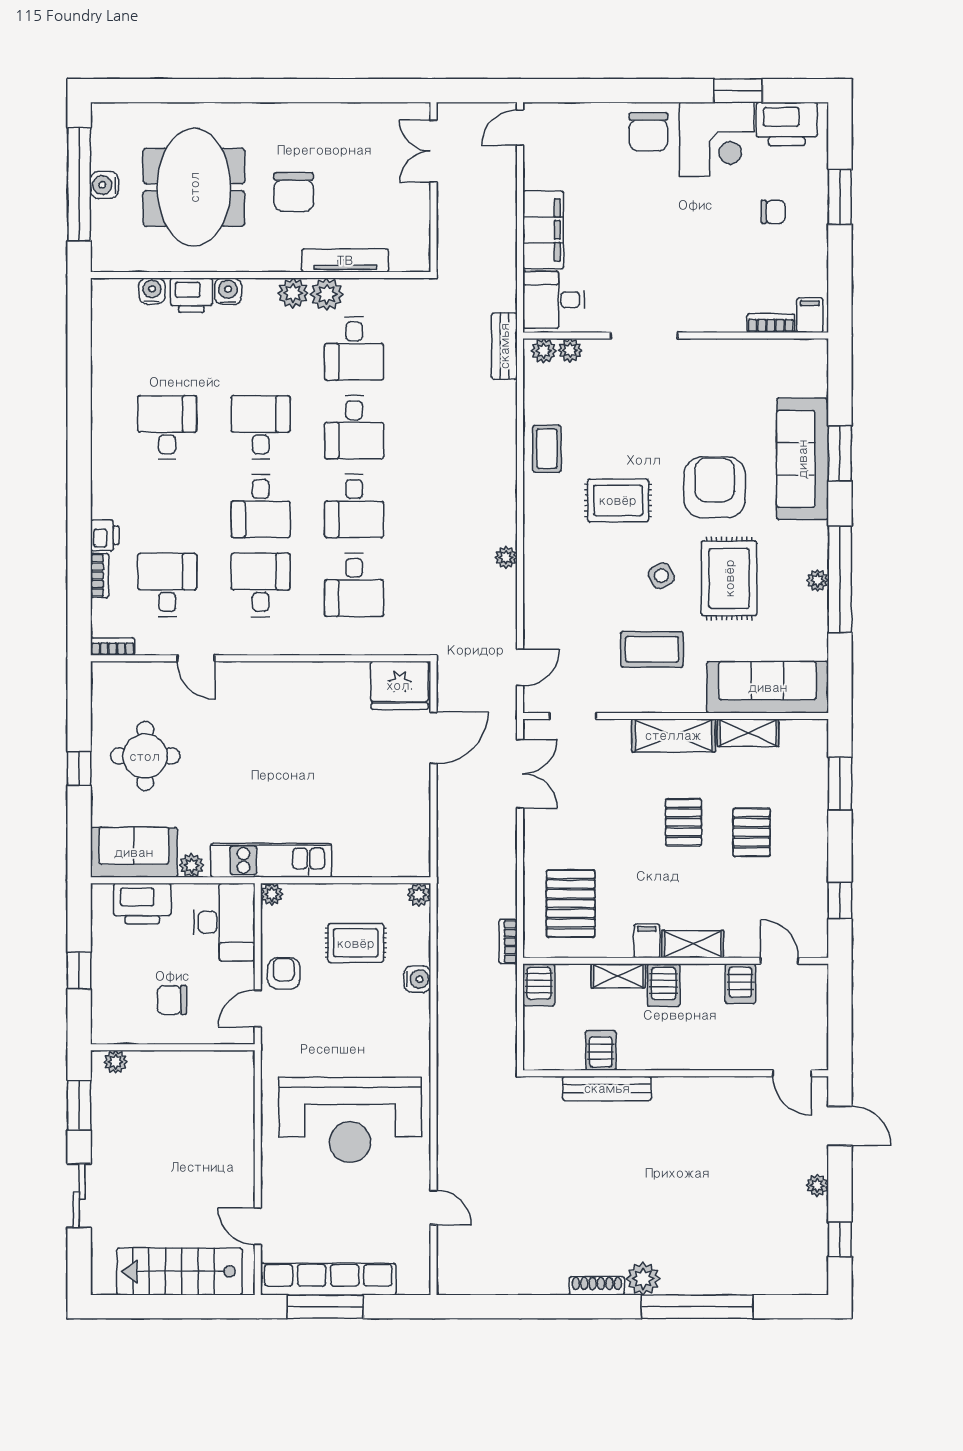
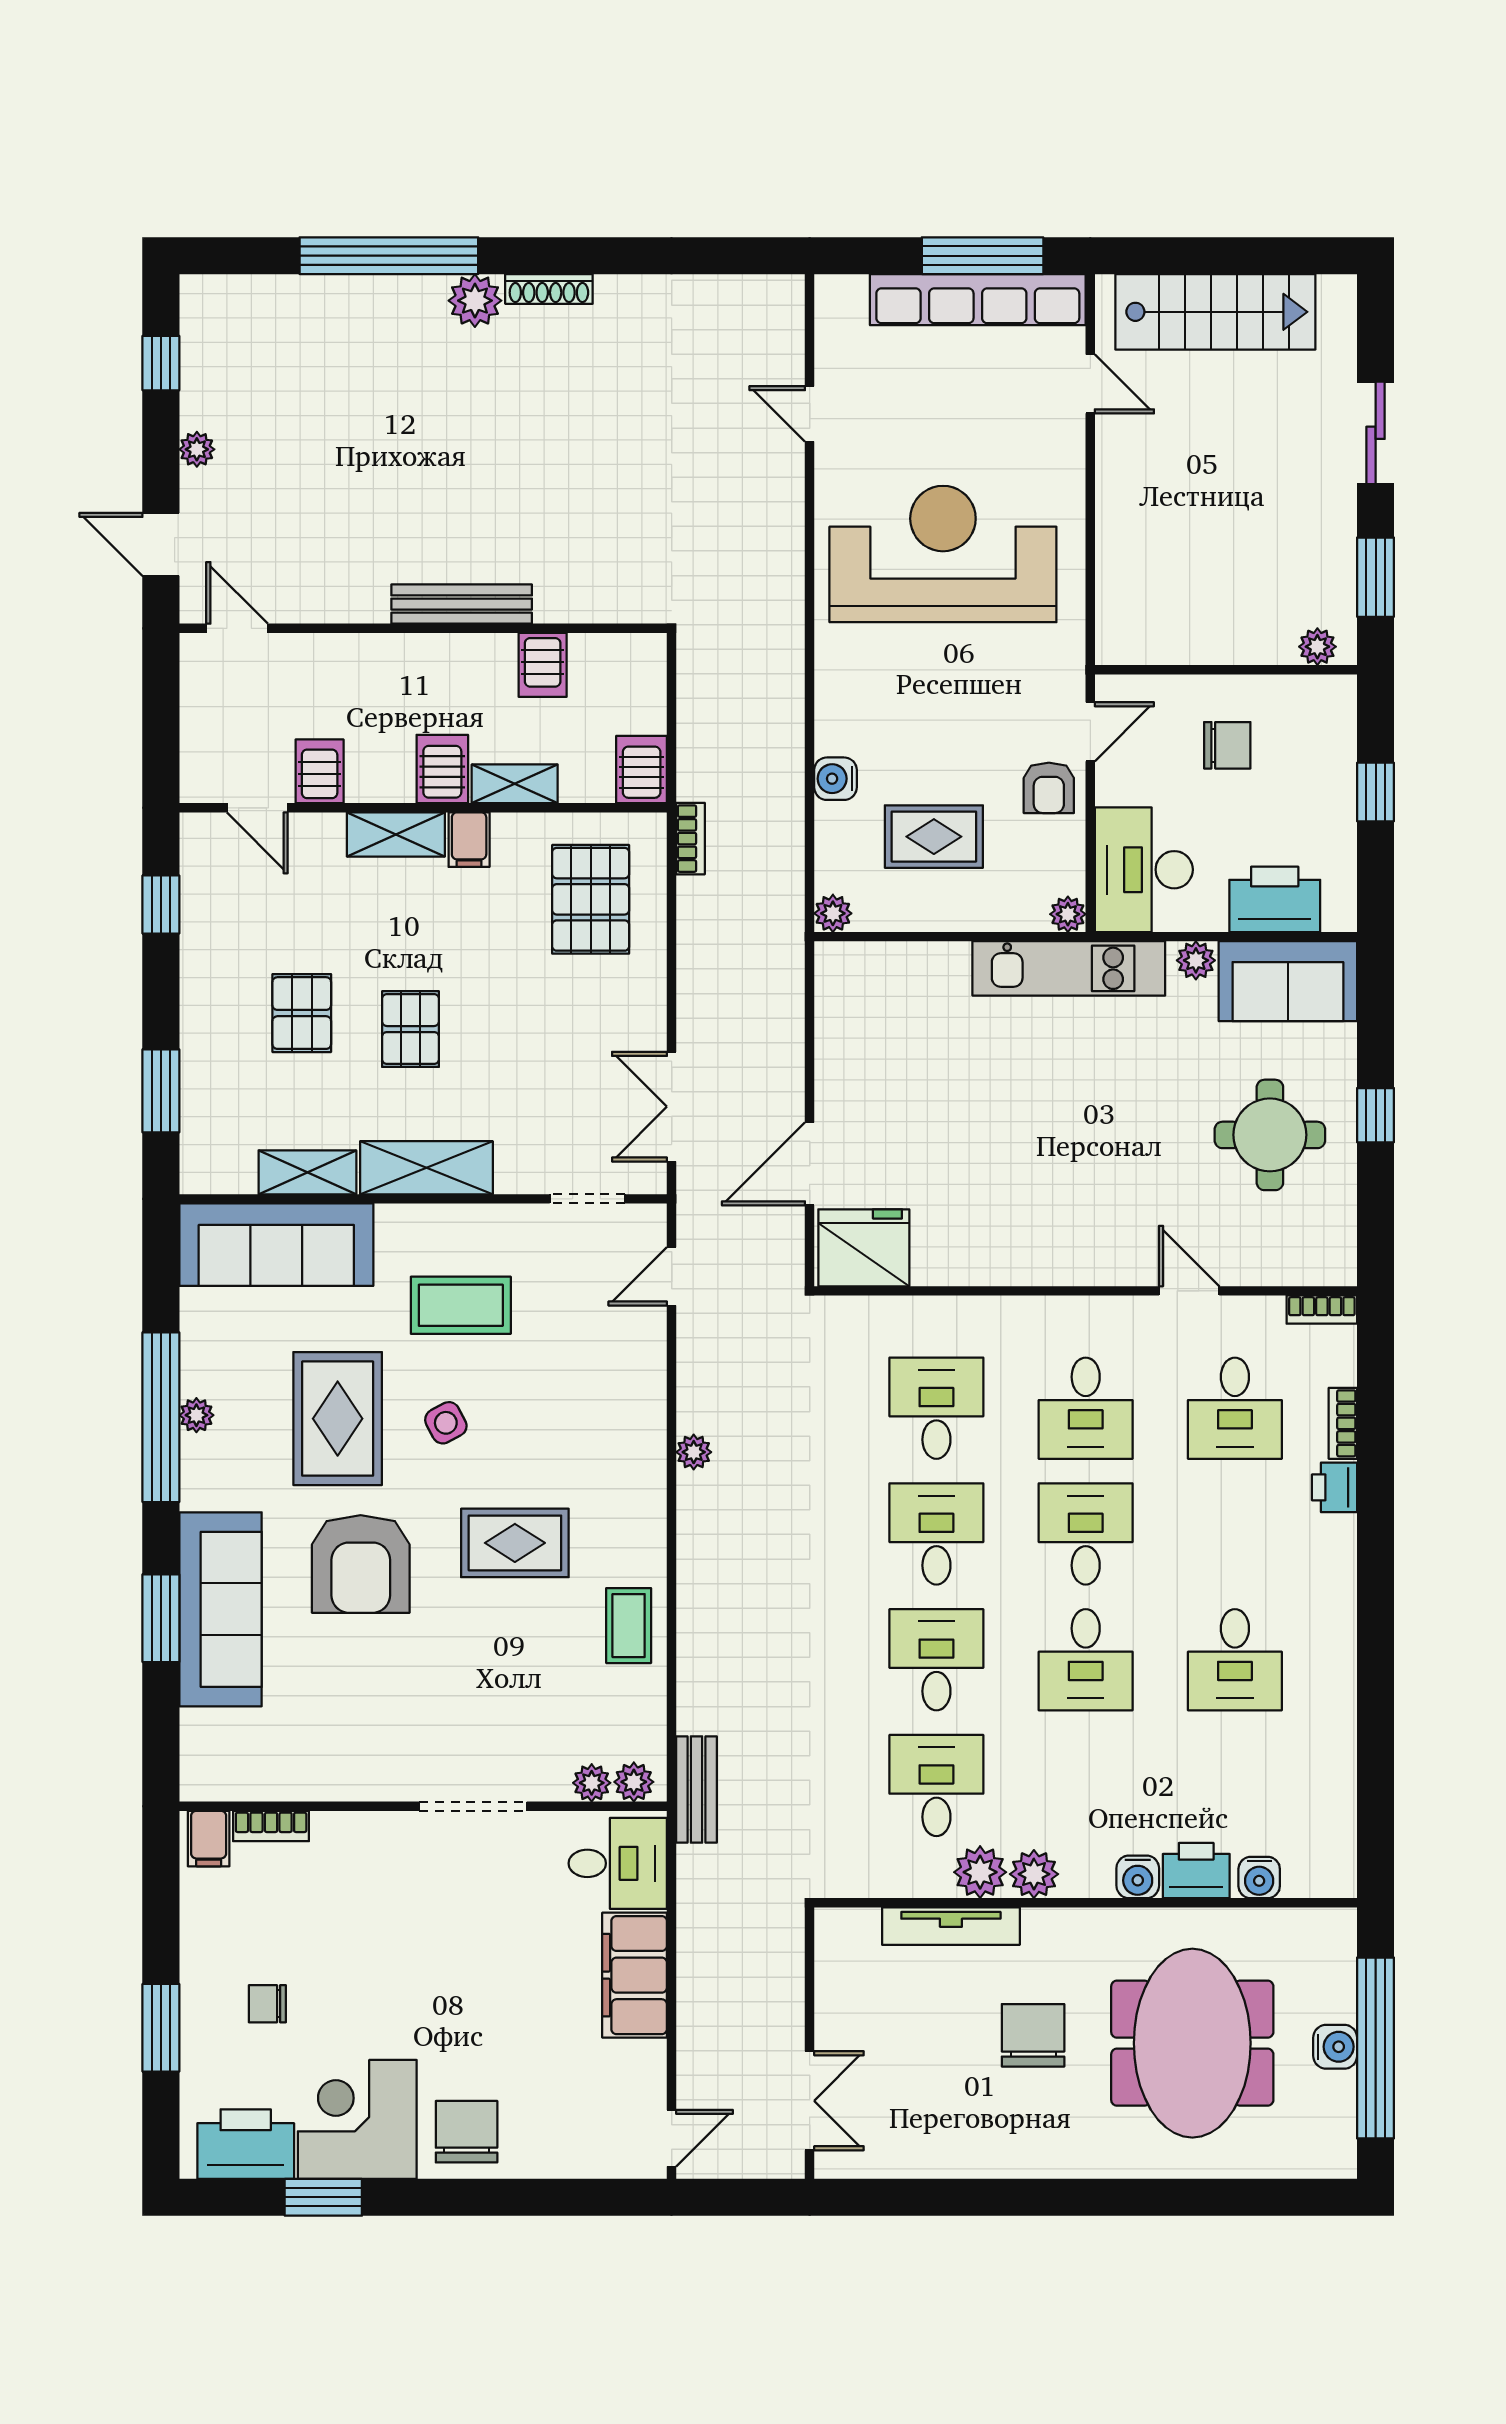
bench: (607, 1088) -> (462, 604), moved

